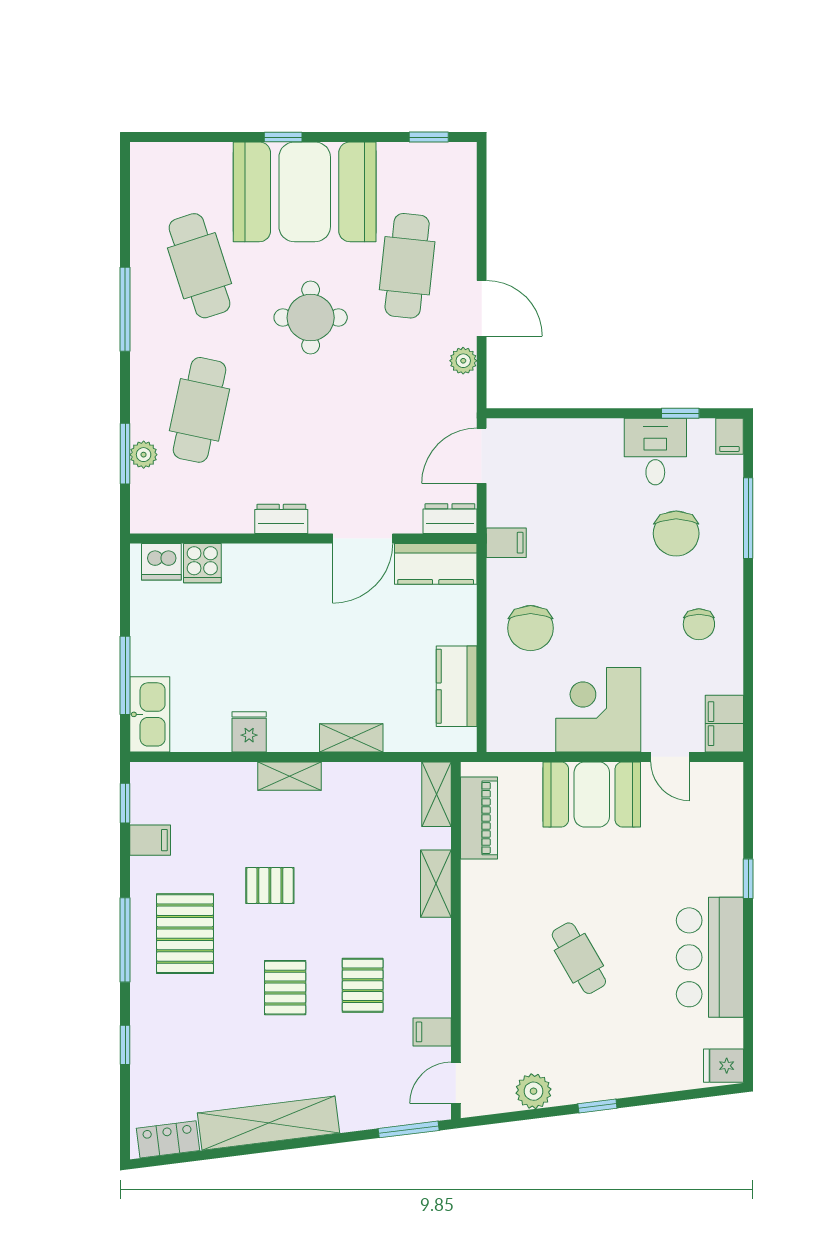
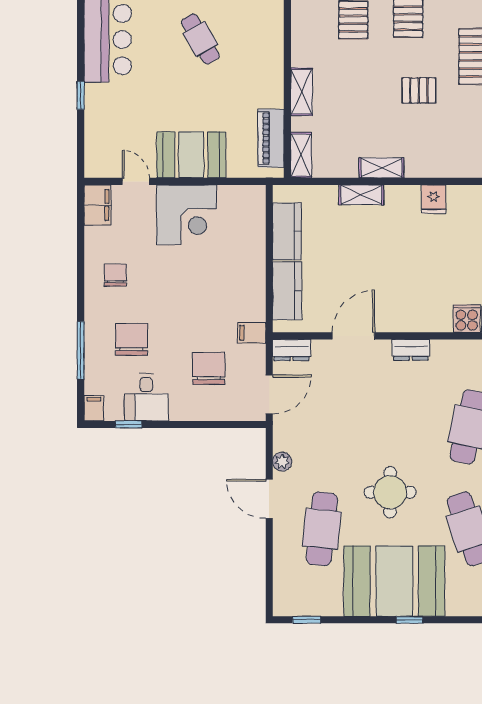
kitchen counter: (436, 564) -> (287, 291), moved, turned 90
chair: (531, 628) -> (209, 368), moved
shelving: (290, 776) -> (381, 168), moved

